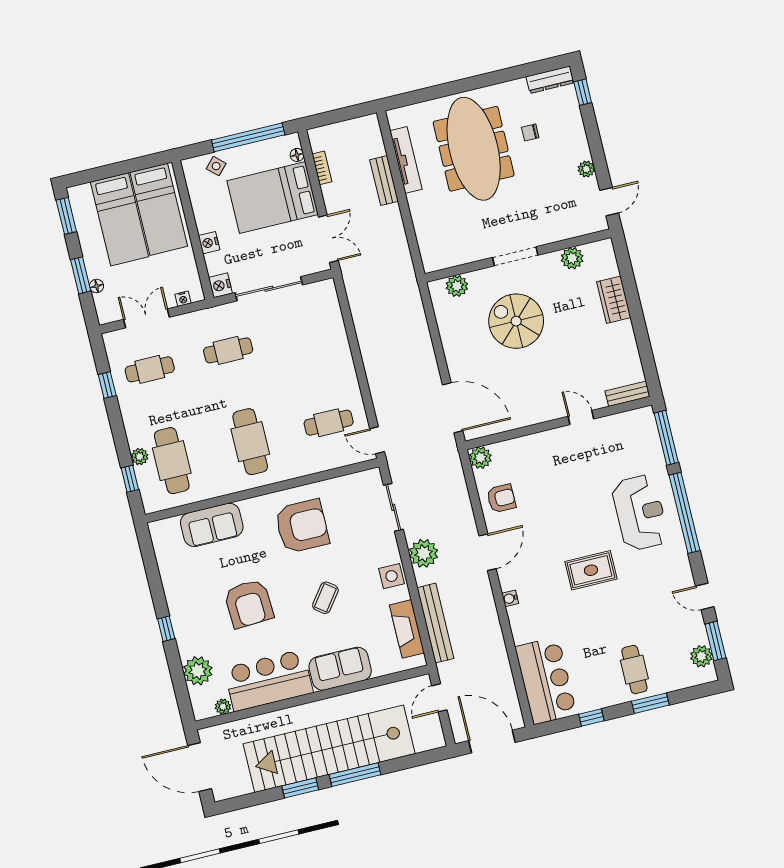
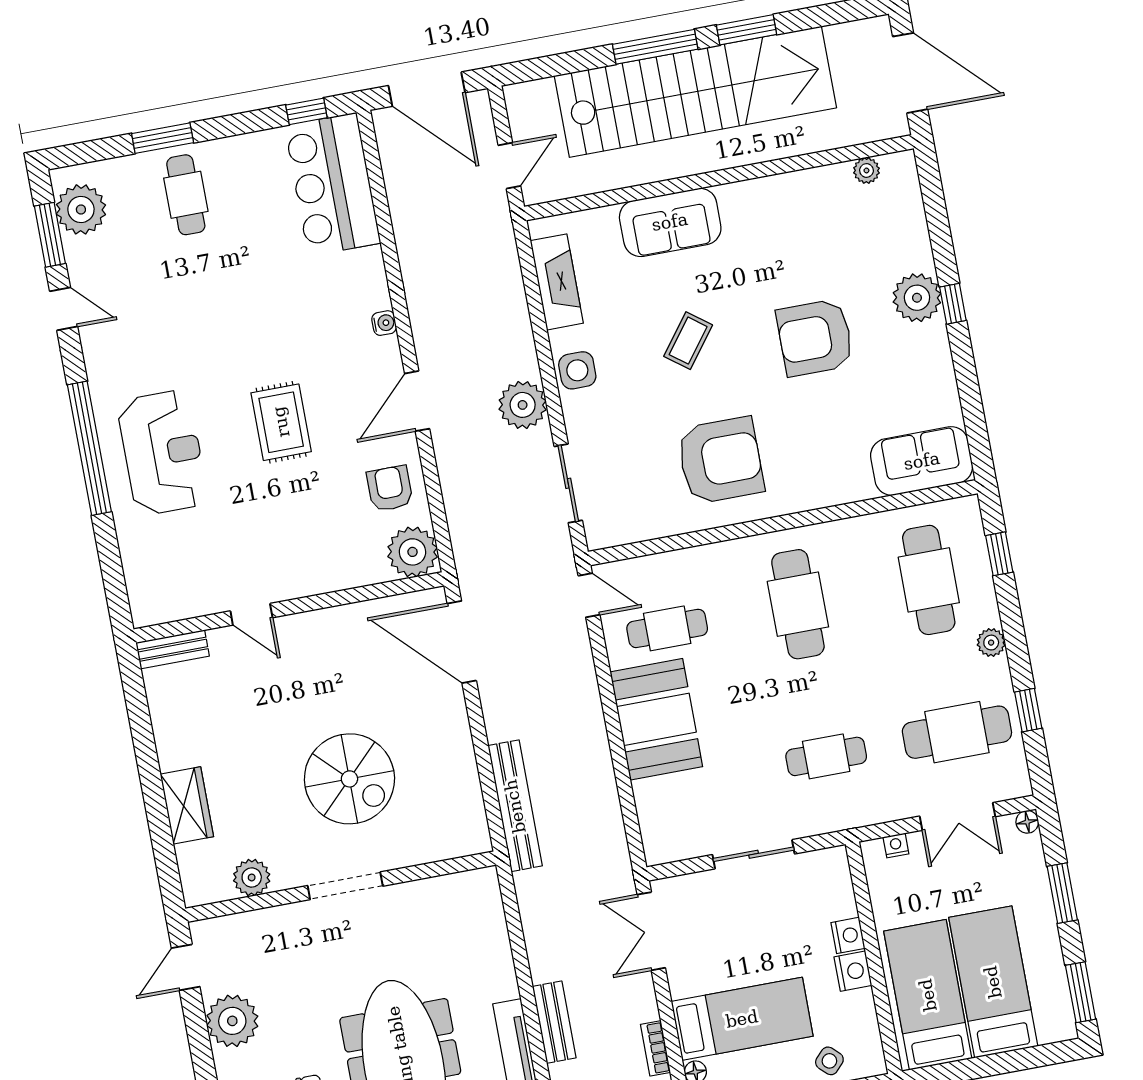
plant: (586, 169) -> (232, 1021), width x1.87, depth x1.87
bed: (273, 198) -> (742, 1019), width x0.67
nightstand: (220, 285) -> (853, 971), moved
floor lamp: (97, 286) -> (1027, 822), moved
plant: (457, 286) -> (444, 842), removed
sliding door: (269, 289) -> (754, 854), width x0.73
booth: (332, 367) -> (656, 719), added
cafe table: (150, 369) -> (957, 732), width x1.37, depth x1.35
window: (666, 438) -> (113, 574), removed
plant: (140, 457) -> (991, 643), moved
plant: (480, 458) -> (413, 552), width x1.36, depth x1.36
armchair: (501, 498) -> (390, 489), turned 90
reception desk: (640, 513) -> (163, 453), turned 180
sofa: (212, 525) -> (922, 461), moved
armchair: (302, 526) -> (720, 460), turned 180
rug: (591, 570) -> (281, 422), moved, turned 90
armchair: (249, 604) -> (815, 338), turned -87
bench: (435, 623) -> (515, 806), moved
plant: (701, 656) -> (81, 209), width x1.36, depth x1.36
plant: (198, 671) -> (917, 298), moved
bar counter: (268, 680) -> (789, 210), removed
window: (591, 717) -> (306, 111), moved

